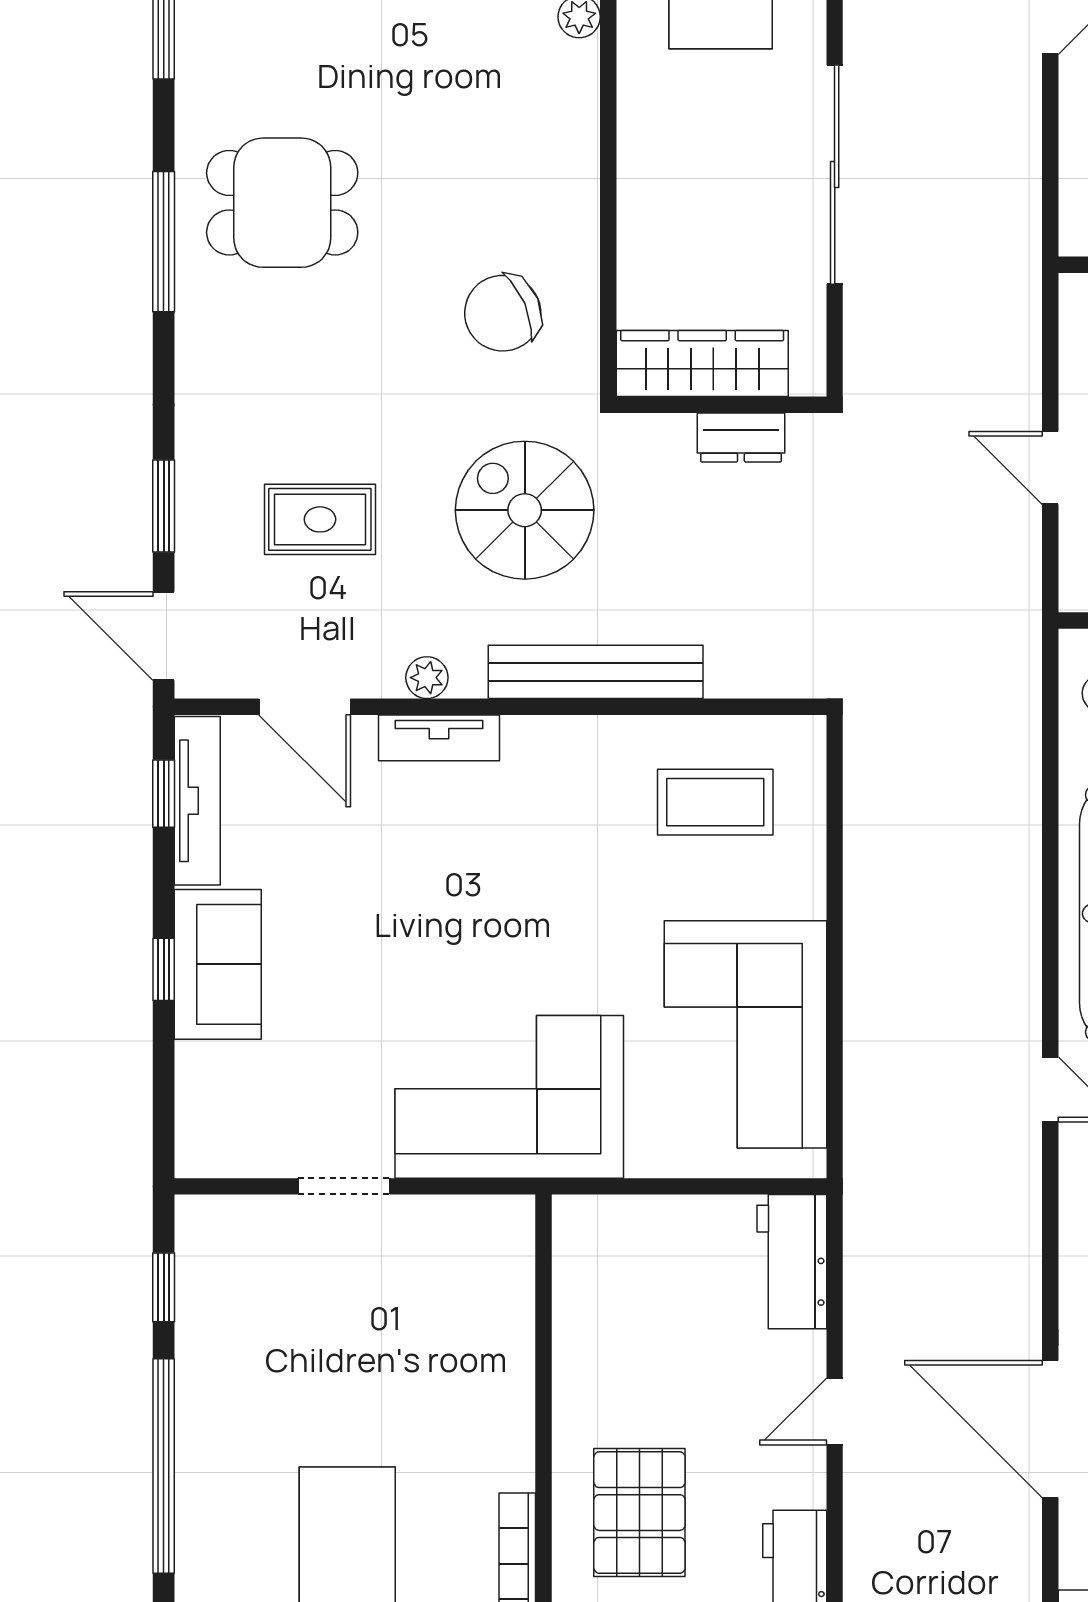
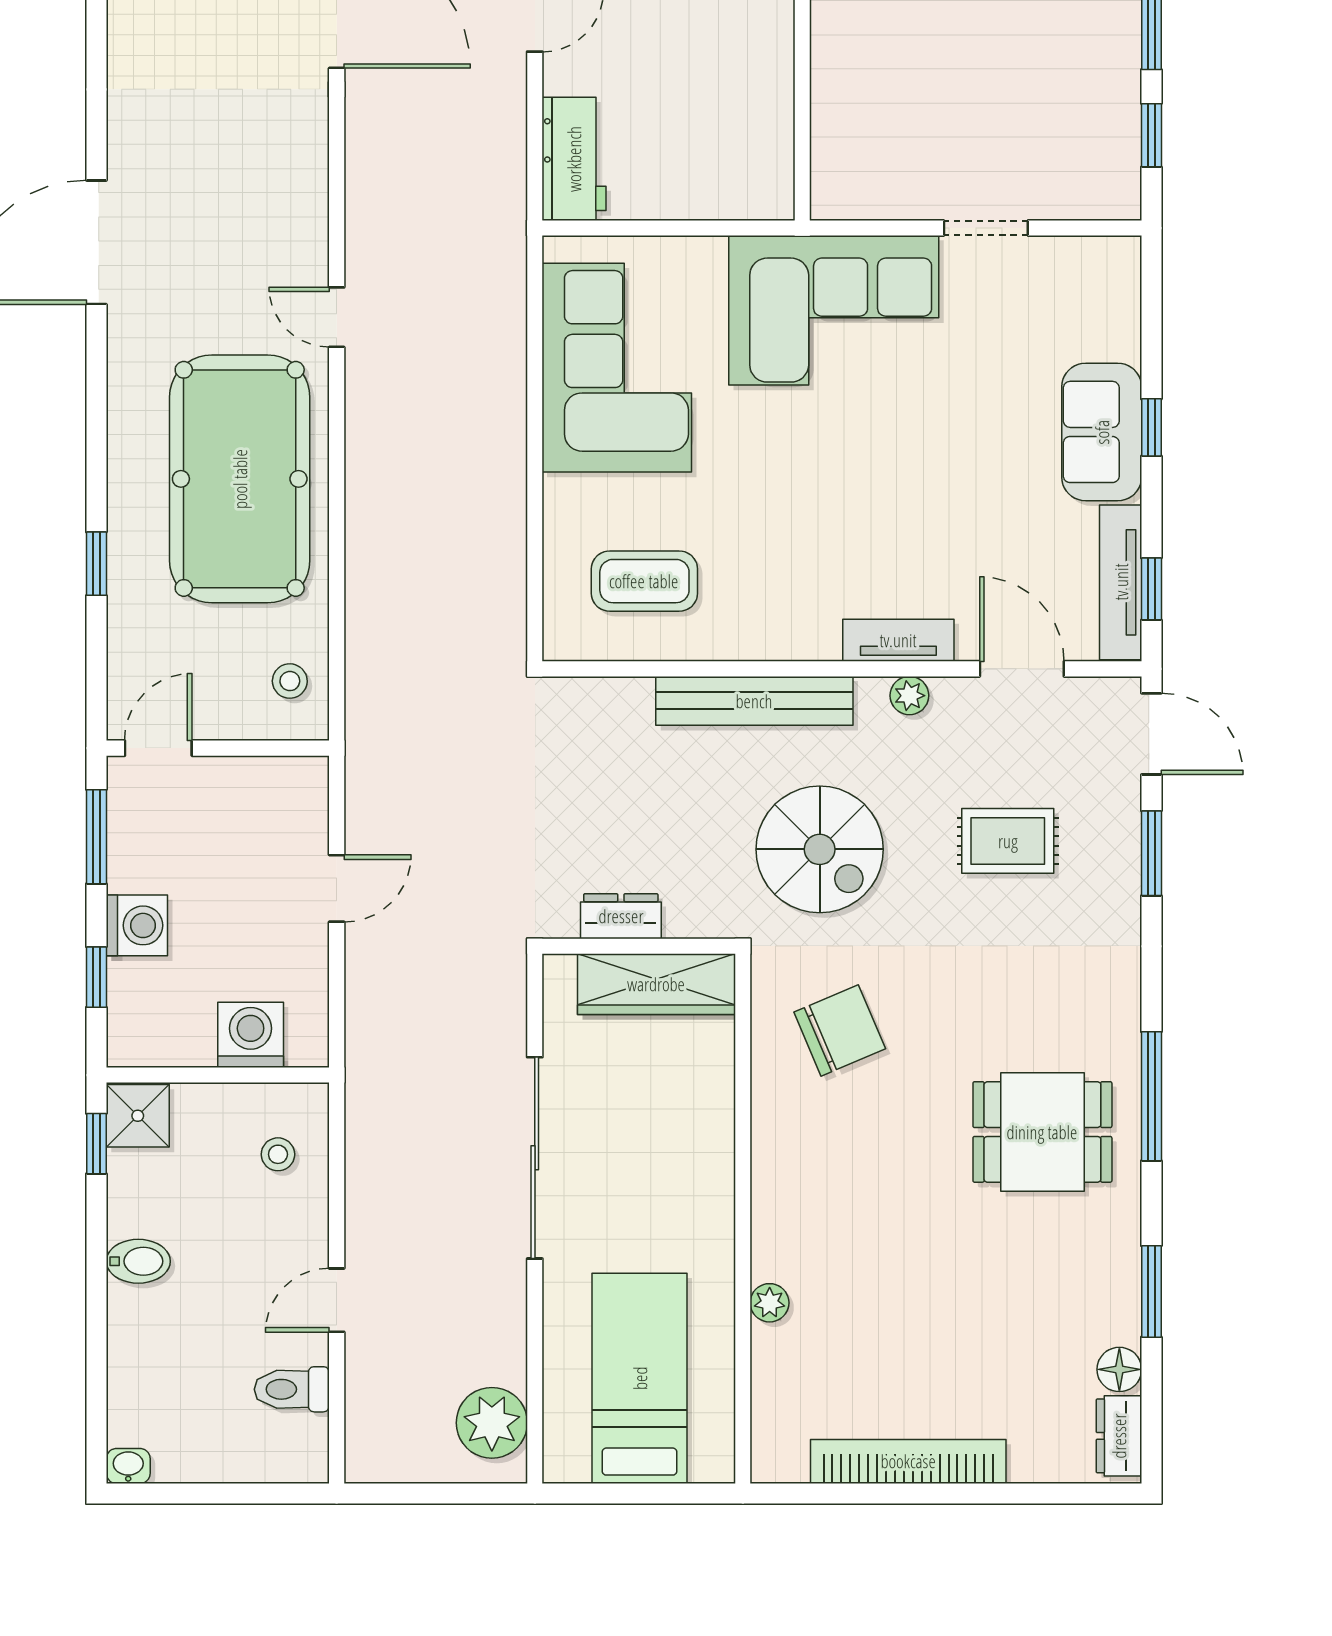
door: (1050, 468) -> (337, 888), hinge flipped

